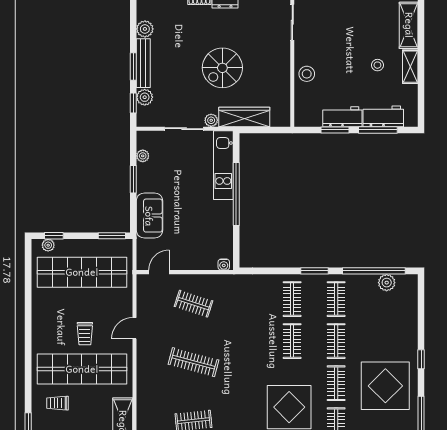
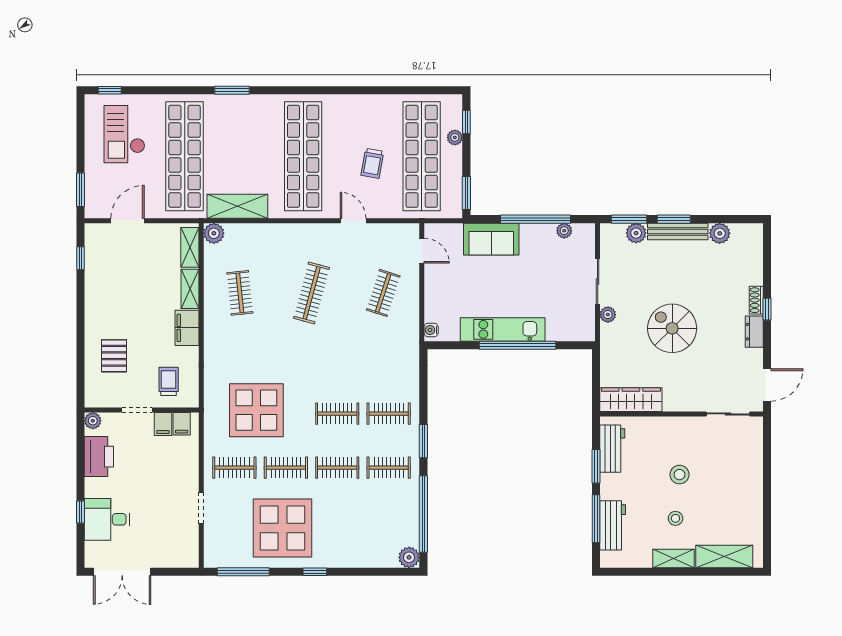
stool: (307, 74) -> (679, 475), moved
window: (133, 103) -> (629, 219), width x1.50
wardrobe: (244, 117) -> (631, 400), moved, turned -90
workbench: (342, 117) -> (612, 449), moved
kitchen unit: (223, 165) -> (503, 329), moved
window: (133, 179) -> (536, 219), width x2.11
plant: (48, 245) -> (455, 137), moved
plant: (387, 283) -> (409, 557), moved
trolley: (85, 334) -> (372, 163), moved, turned -80
trolley: (58, 403) -> (261, 126), removed

